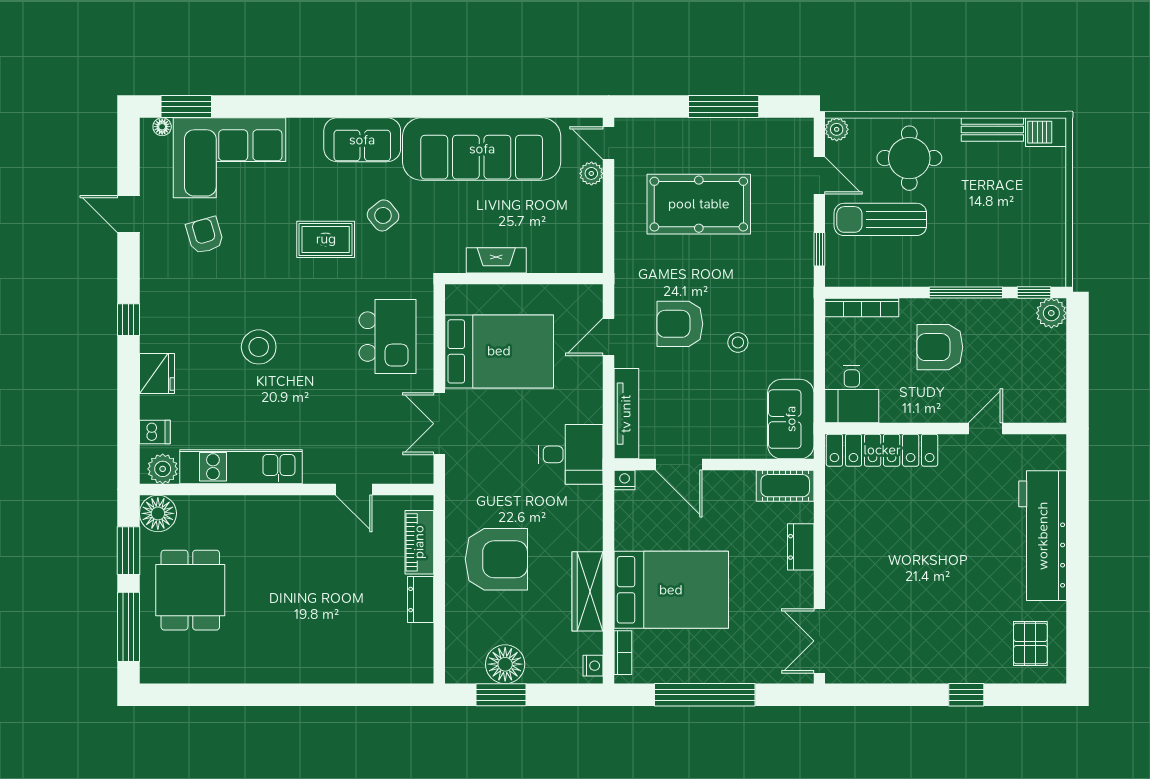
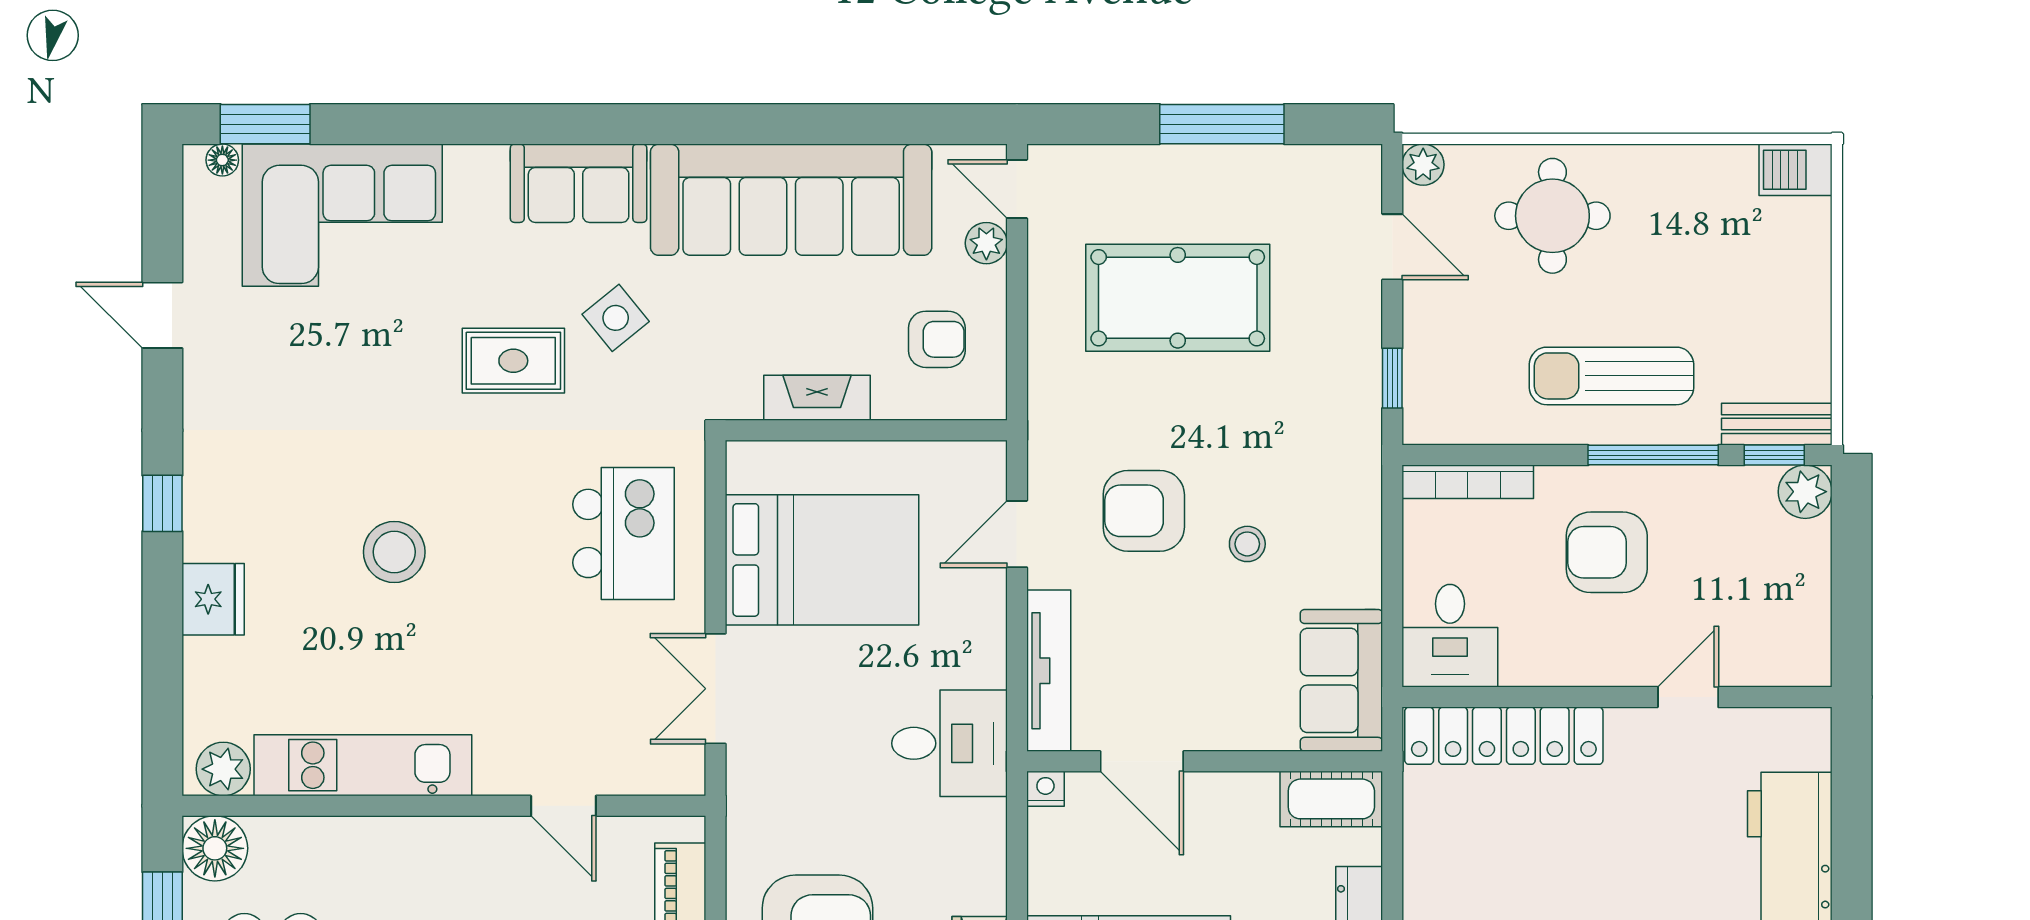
bench: (992, 129) -> (1777, 424), moved
sun lounger: (880, 219) -> (1612, 376), moved
armchair: (205, 235) -> (937, 339), moved, turned 106
dishwasher: (155, 432) -> (209, 703), removed

